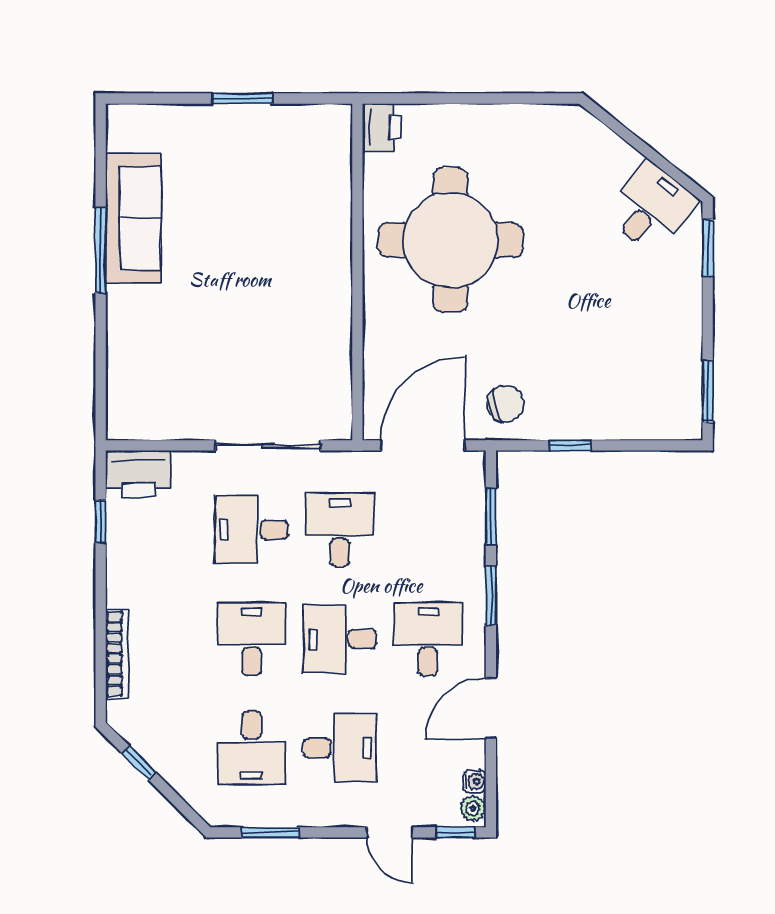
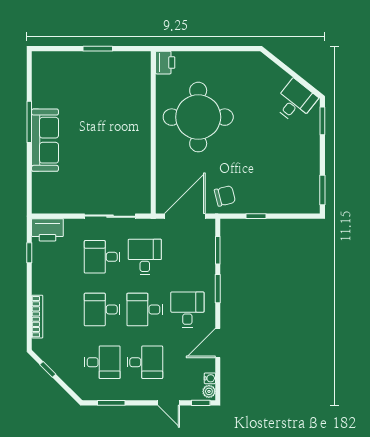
sofa: (133, 218) -> (45, 140), moved
desk: (252, 639) -> (102, 310), turned -90
desk: (252, 748) -> (102, 362), turned -90

